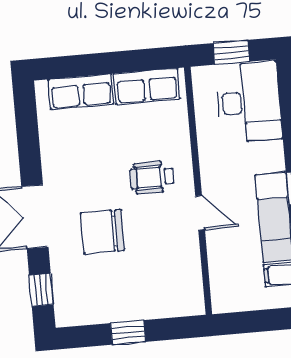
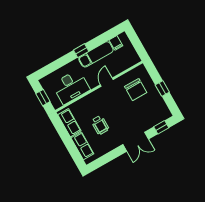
desk: (249, 102) -> (71, 87), moved, turned 180
wheelchair: (152, 177) -> (100, 125), moved
chair: (102, 232) -> (136, 90), moved

